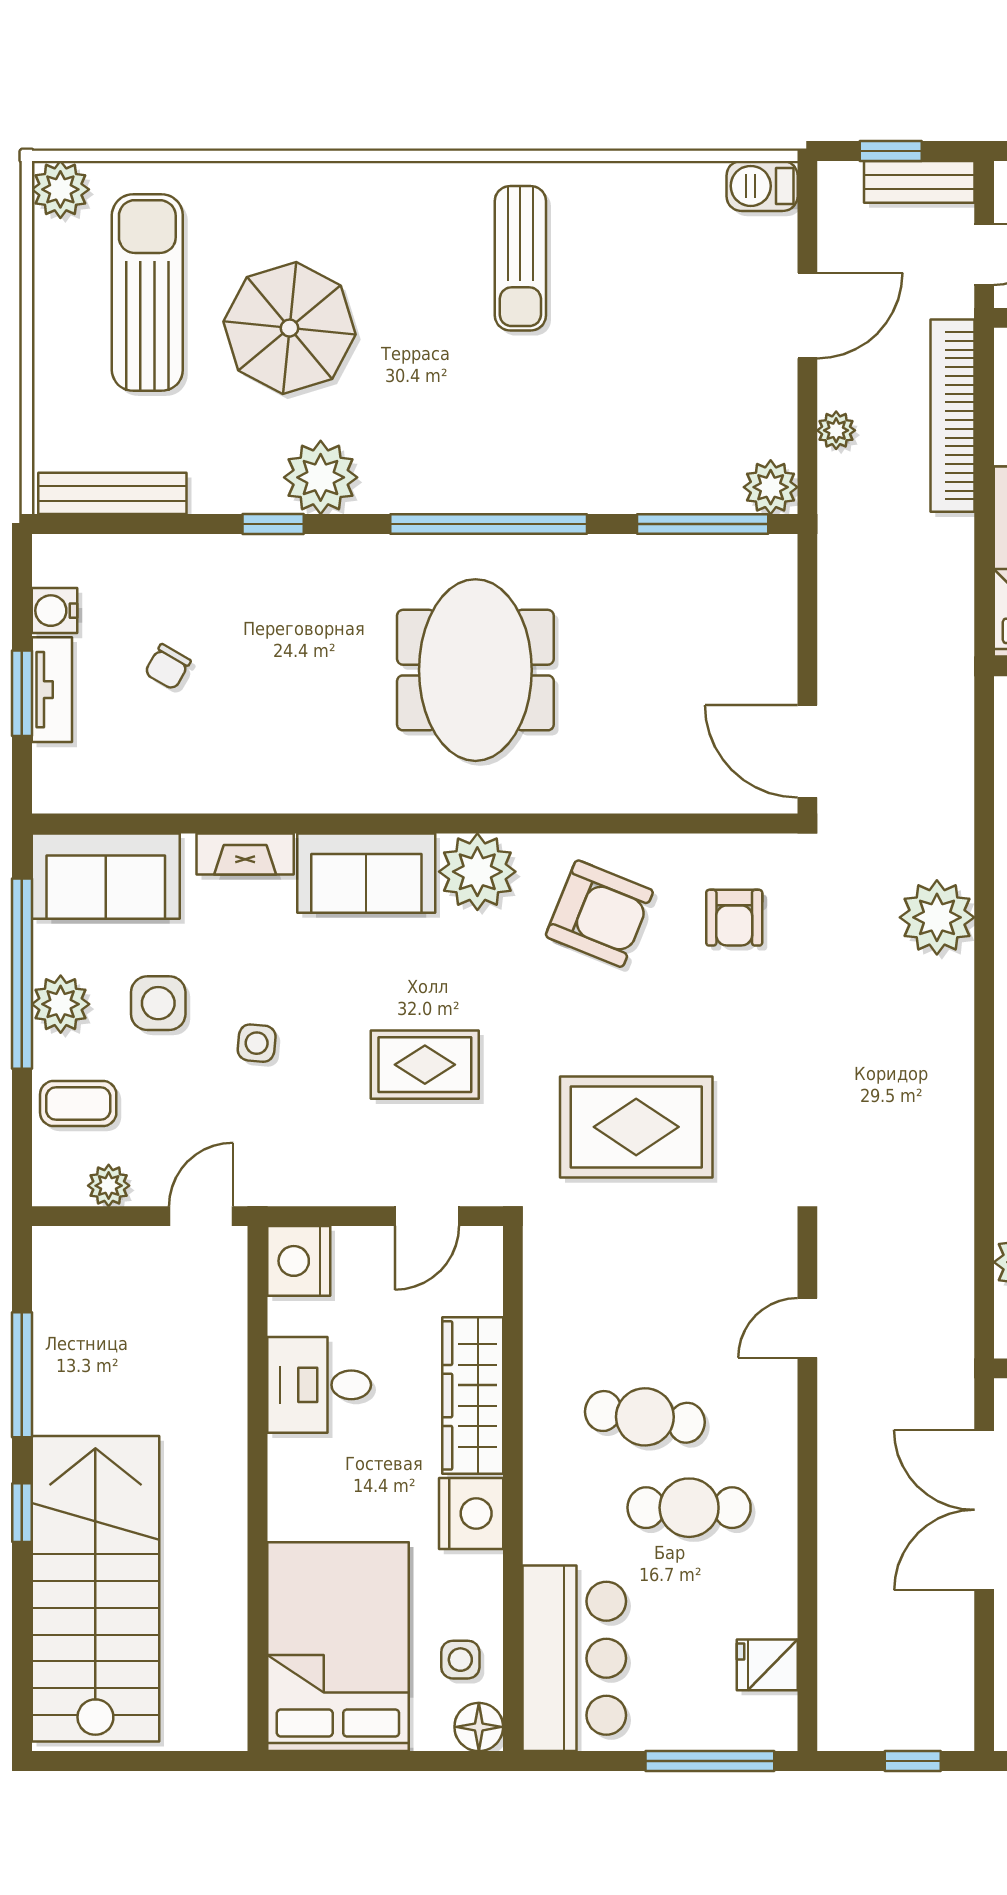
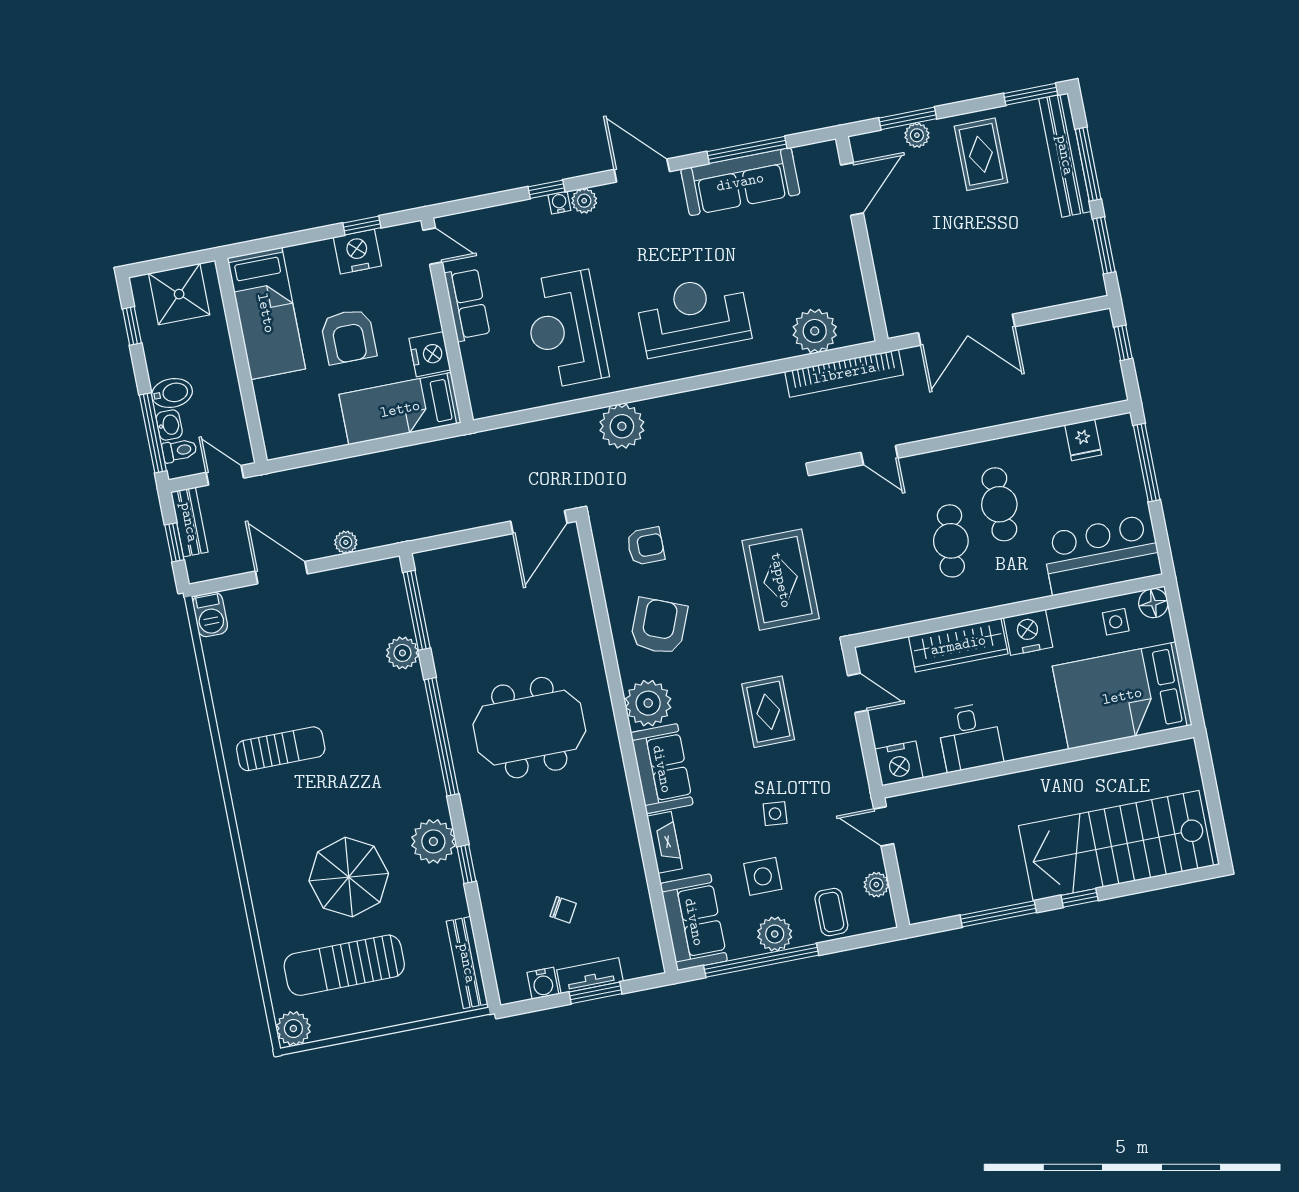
bookcase: (952, 416) -> (844, 373), moved
plant: (771, 487) -> (402, 653), moved

